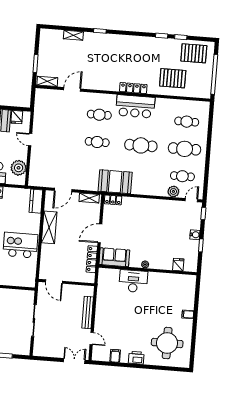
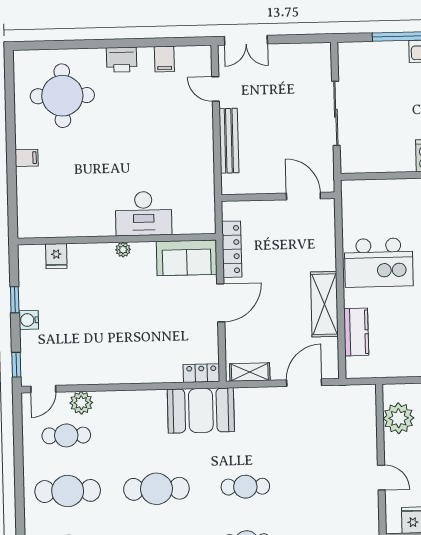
kitchen counter: (36, 201) -> (356, 332), moved

